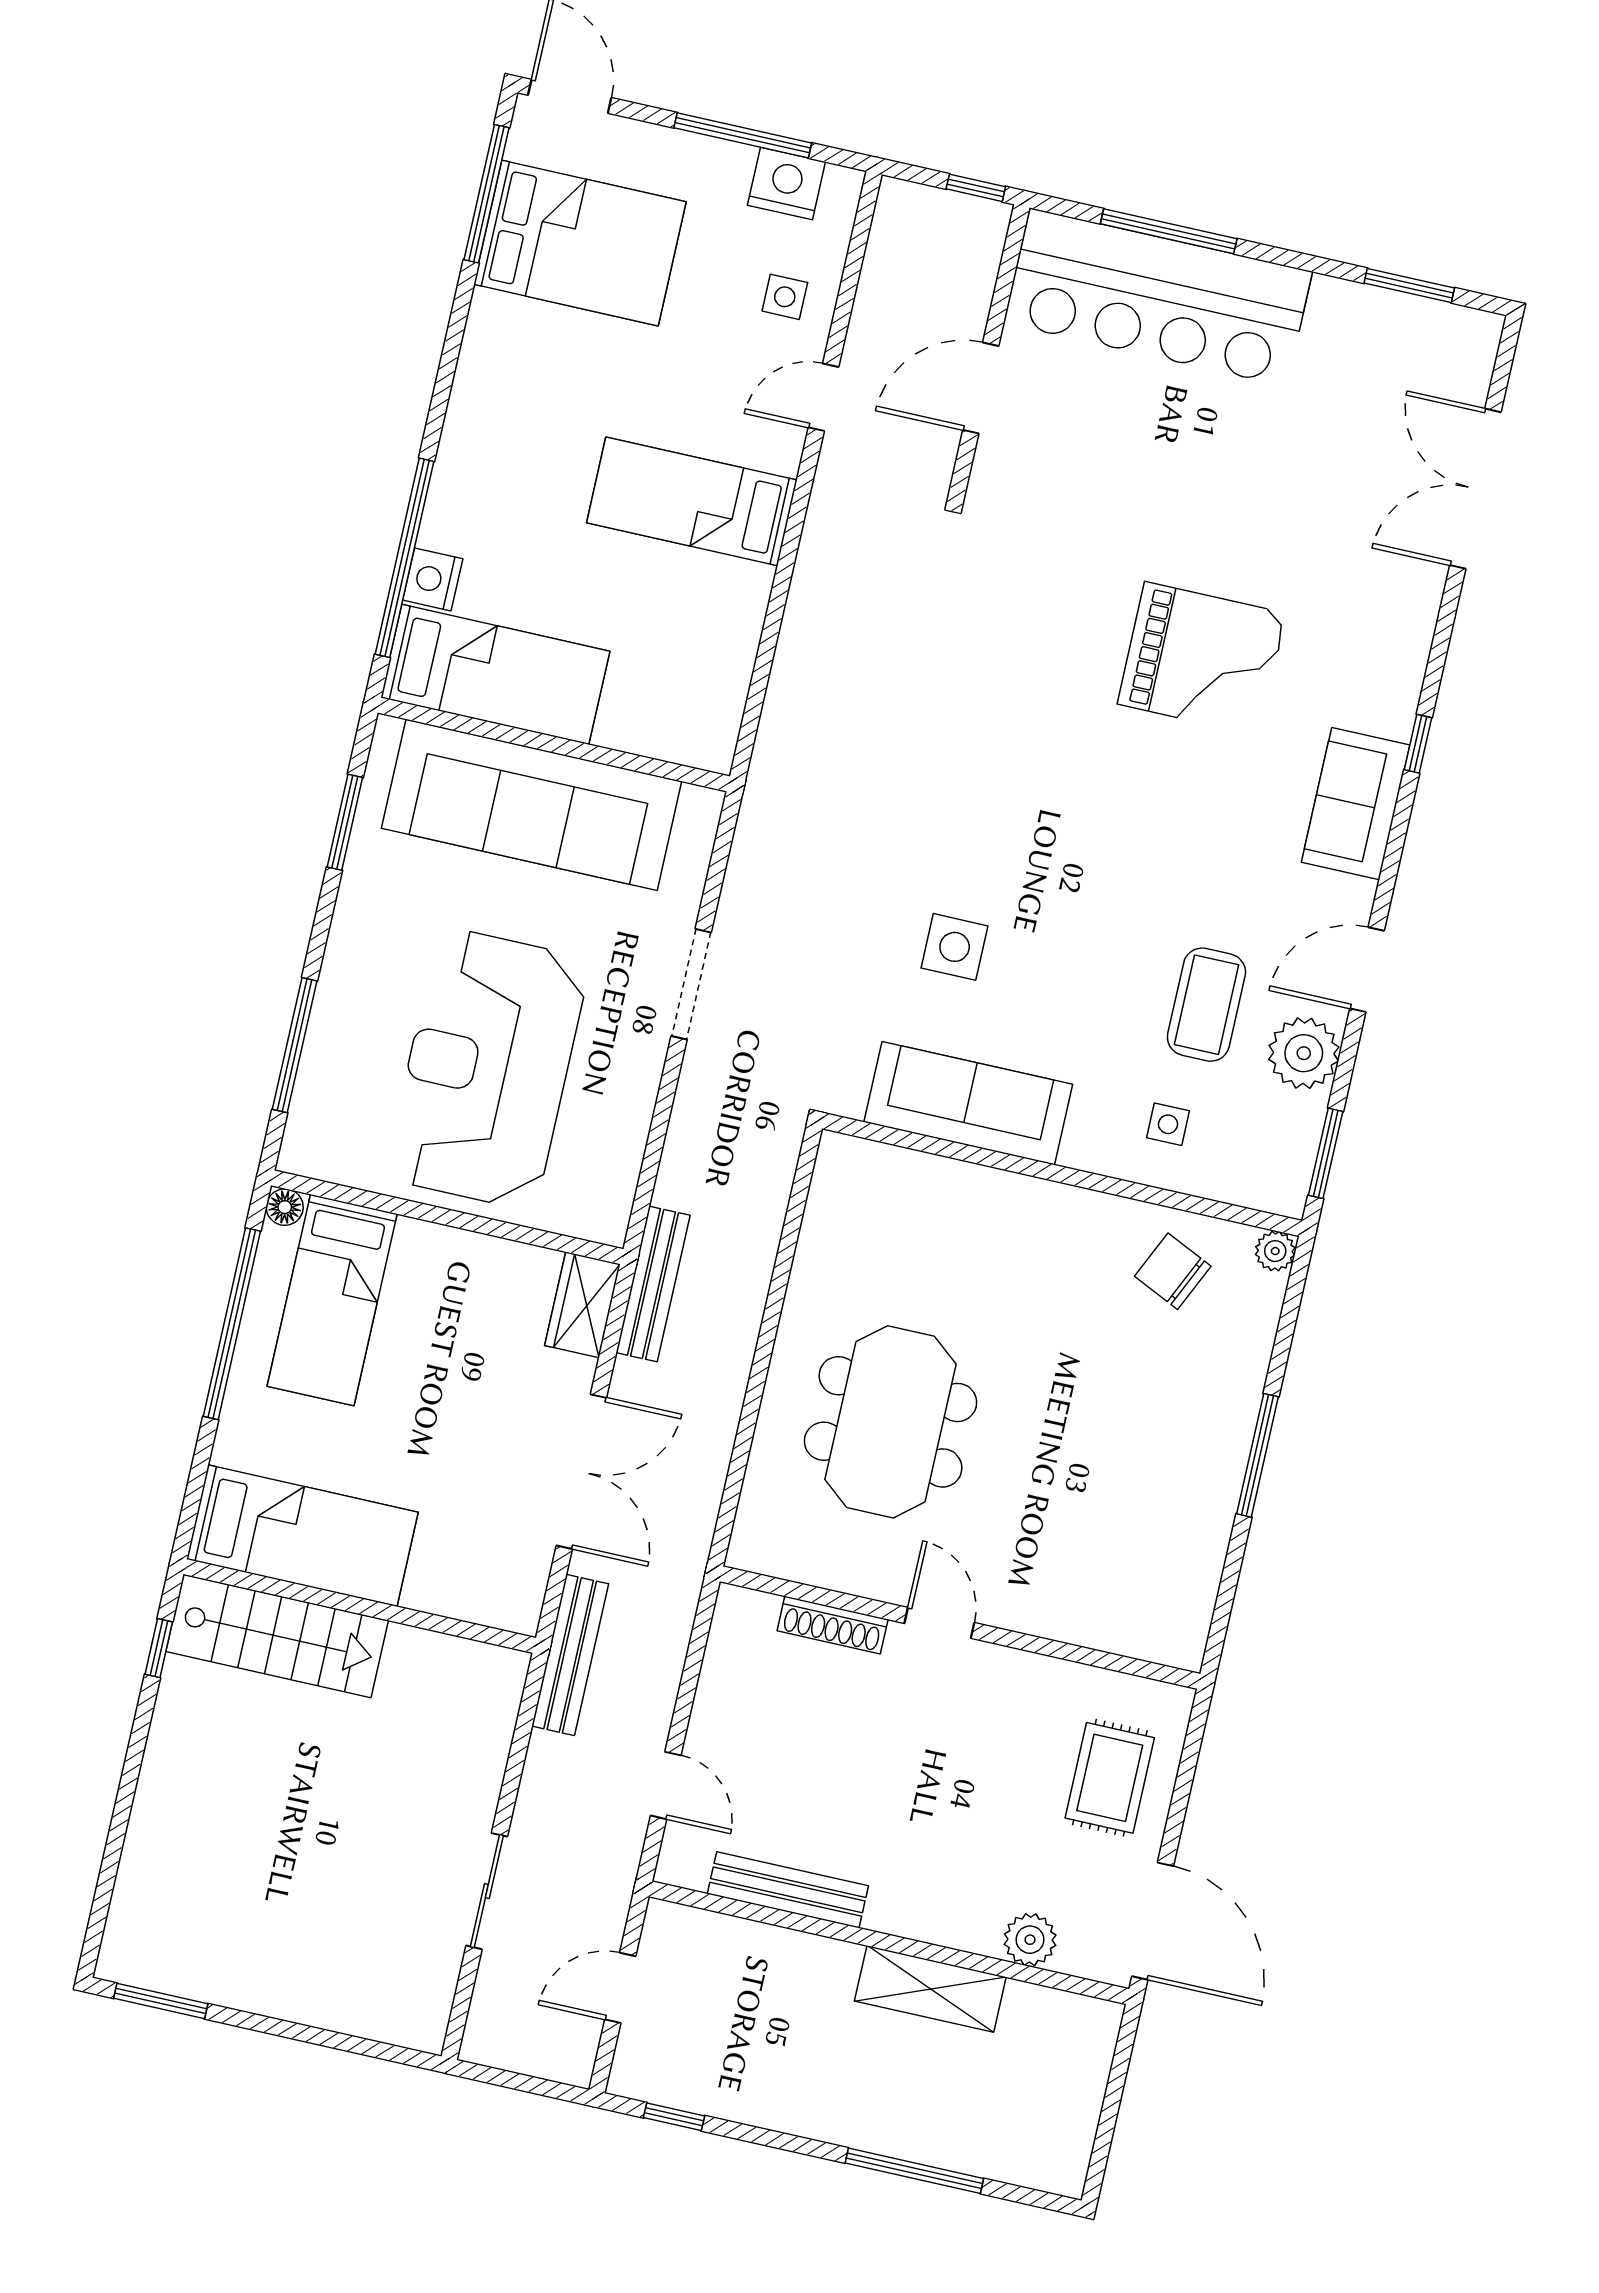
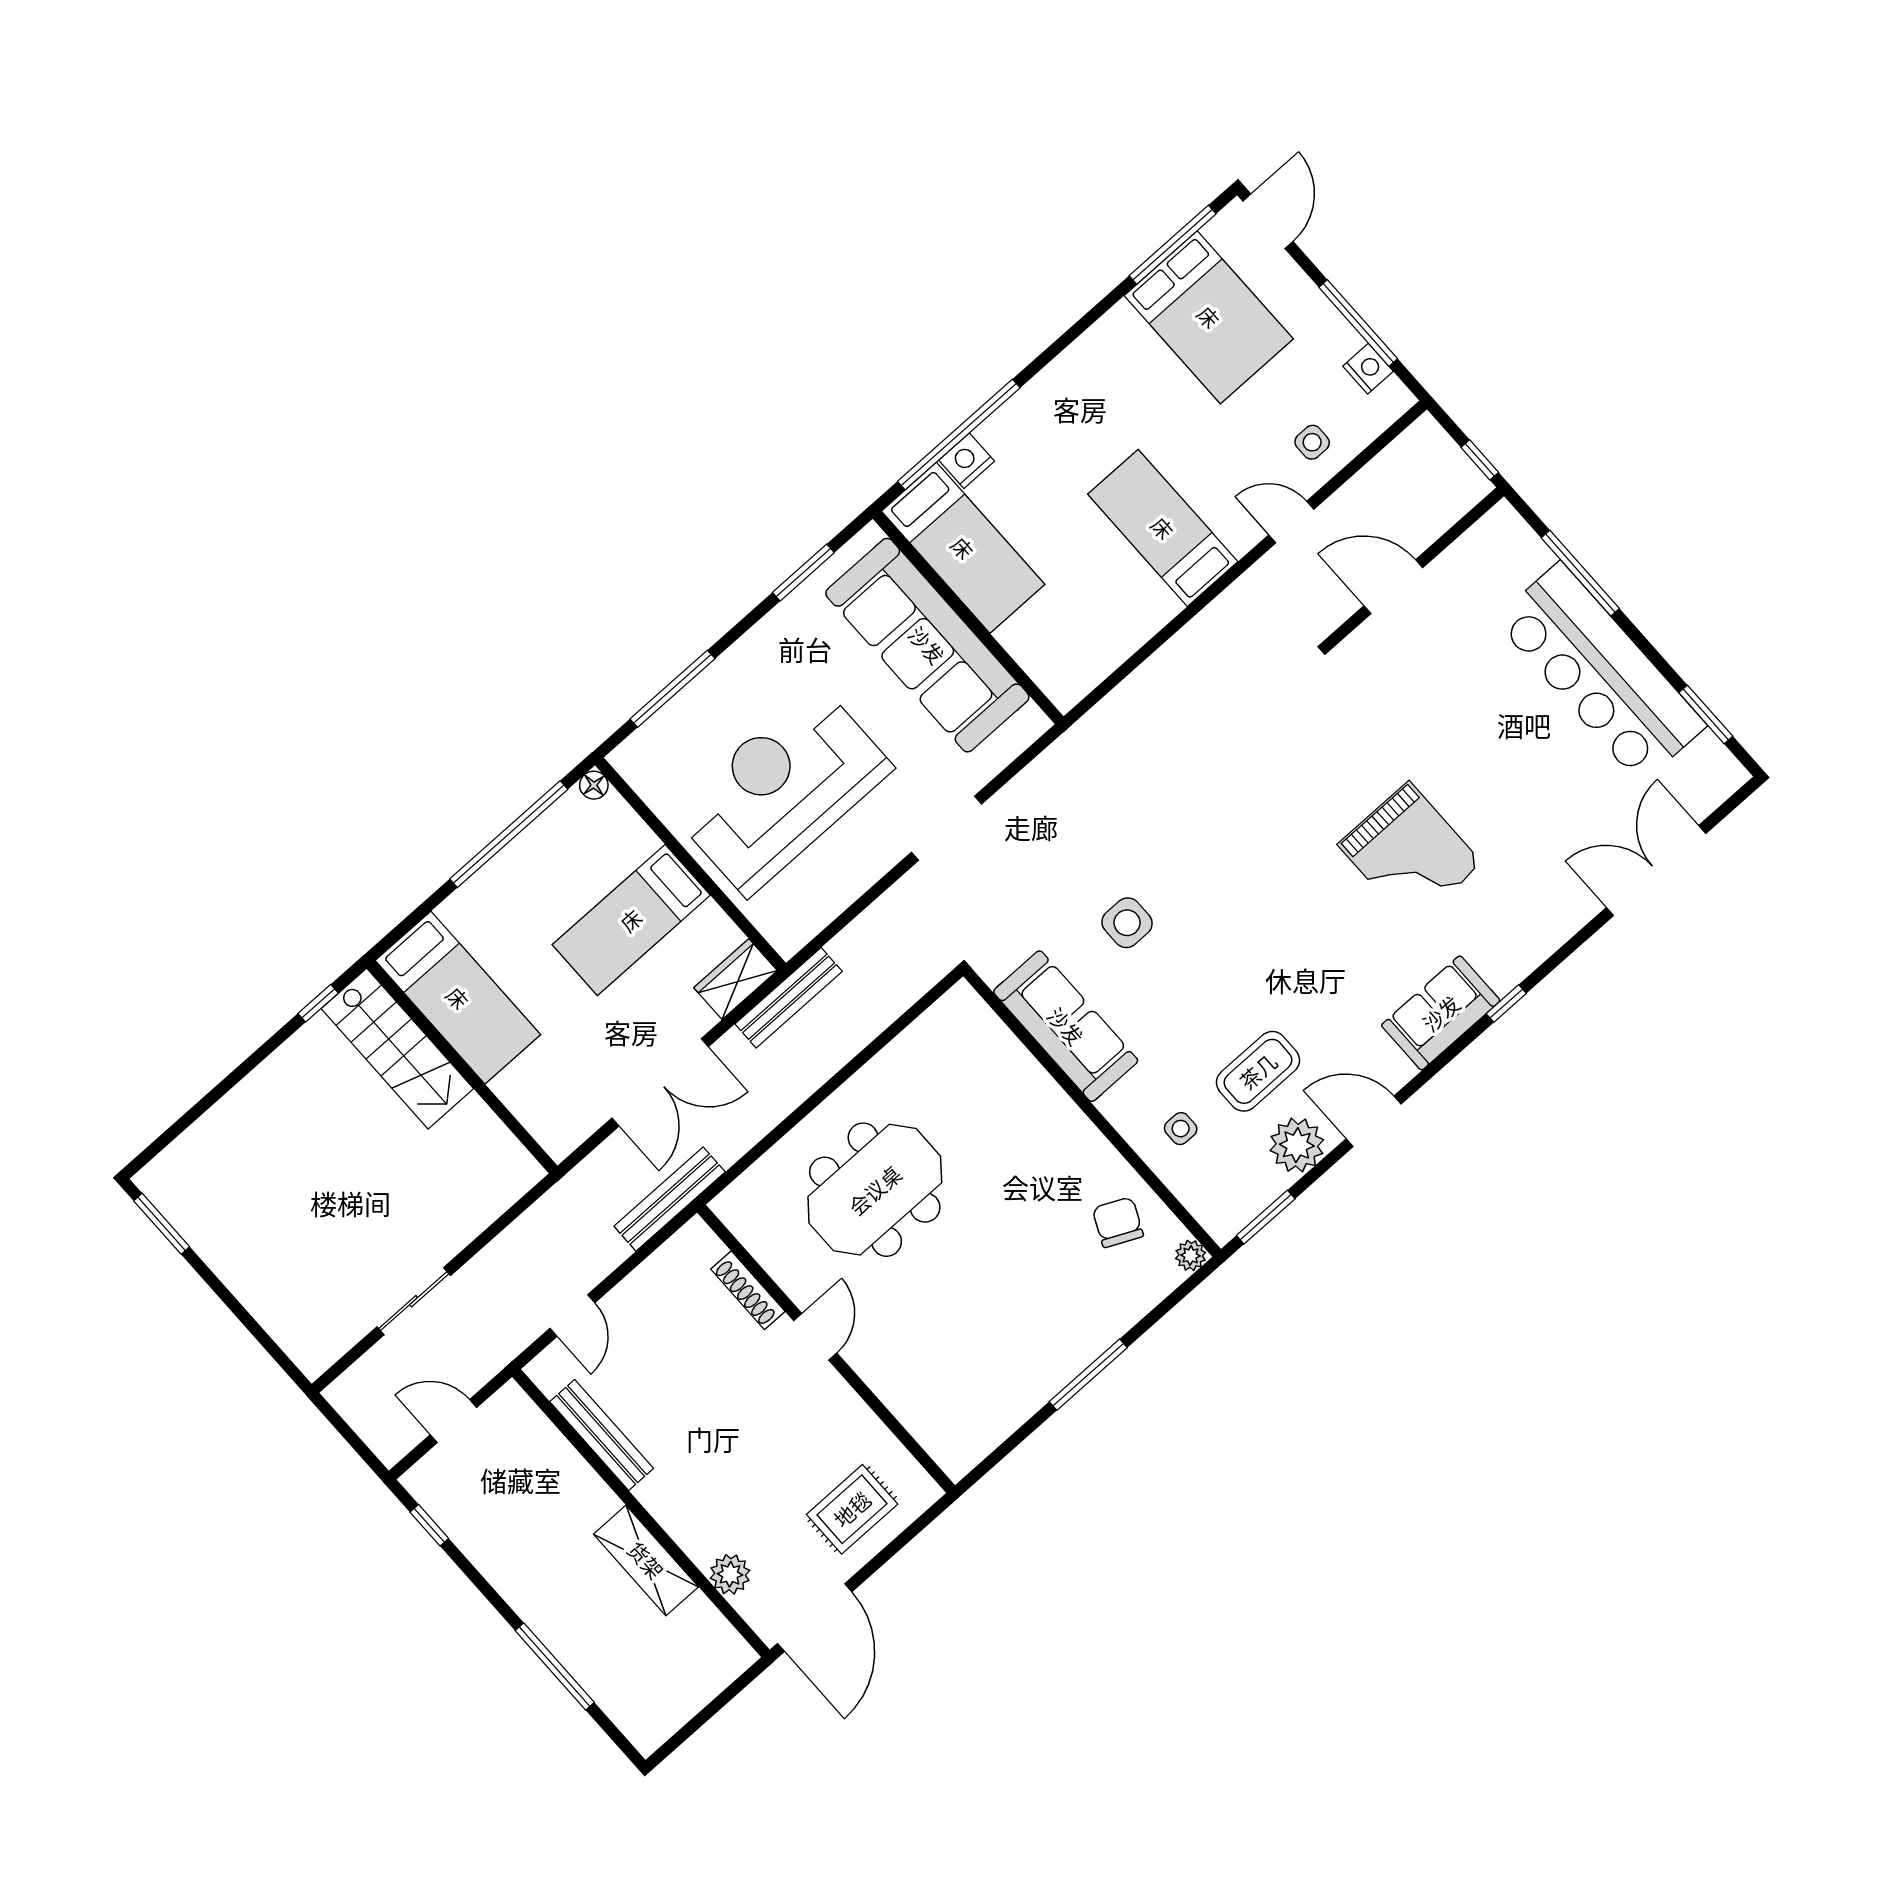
nightstand: (786, 184) -> (1368, 369), width x0.74, depth x0.75
bar counter: (1158, 297) -> (1600, 673), moved
bed: (332, 1300) -> (631, 920), moved
bench: (570, 1655) -> (670, 1199), moved

